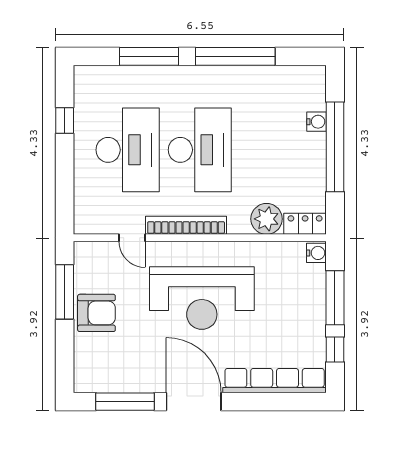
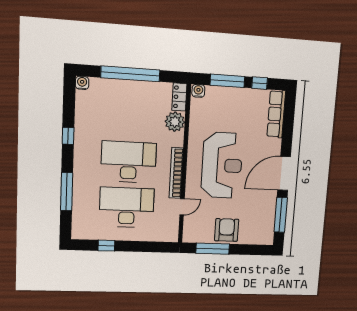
window: (235, 56) -> (68, 136), width x0.32
water cooler: (316, 122) -> (82, 83), moved
row of seats: (275, 381) -> (276, 114), width x0.73

